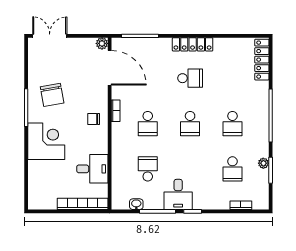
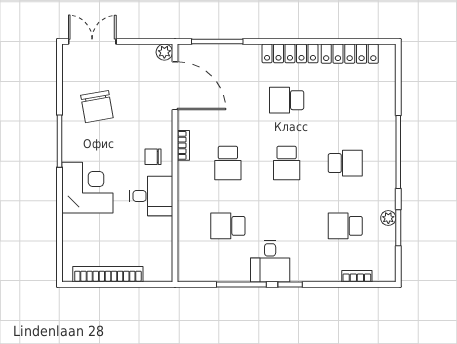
locker: (262, 60) -> (350, 54), moved, turned -90
school desk: (190, 78) -> (287, 100), turned 180
chair: (52, 95) -> (97, 107), moved
school desk: (232, 124) -> (345, 163), turned -90
desk: (92, 169) -> (151, 196), moved
school desk: (148, 169) -> (228, 226), turned -90
school desk: (232, 169) -> (345, 226), turned 90
bookcase: (83, 204) -> (108, 274), moved
washbasin: (136, 204) -> (212, 275), removed

